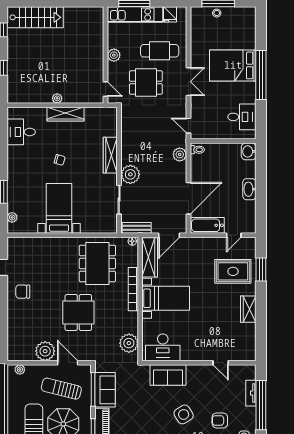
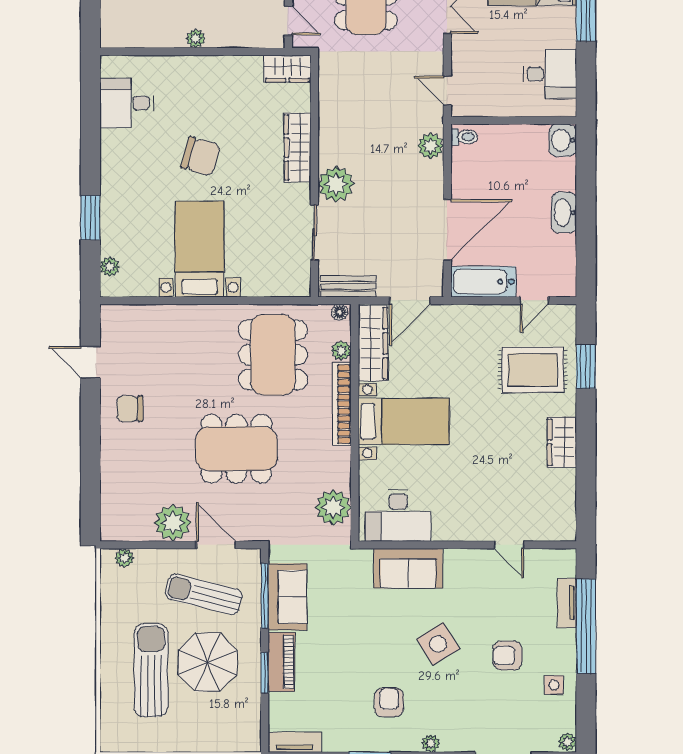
wardrobe: (65, 114) -> (287, 69), moved, width x0.67
chair: (60, 160) -> (201, 156), width x1.87, depth x1.87
plant: (133, 261) -> (341, 351), added
dining table: (78, 312) -> (236, 449), width x1.37

